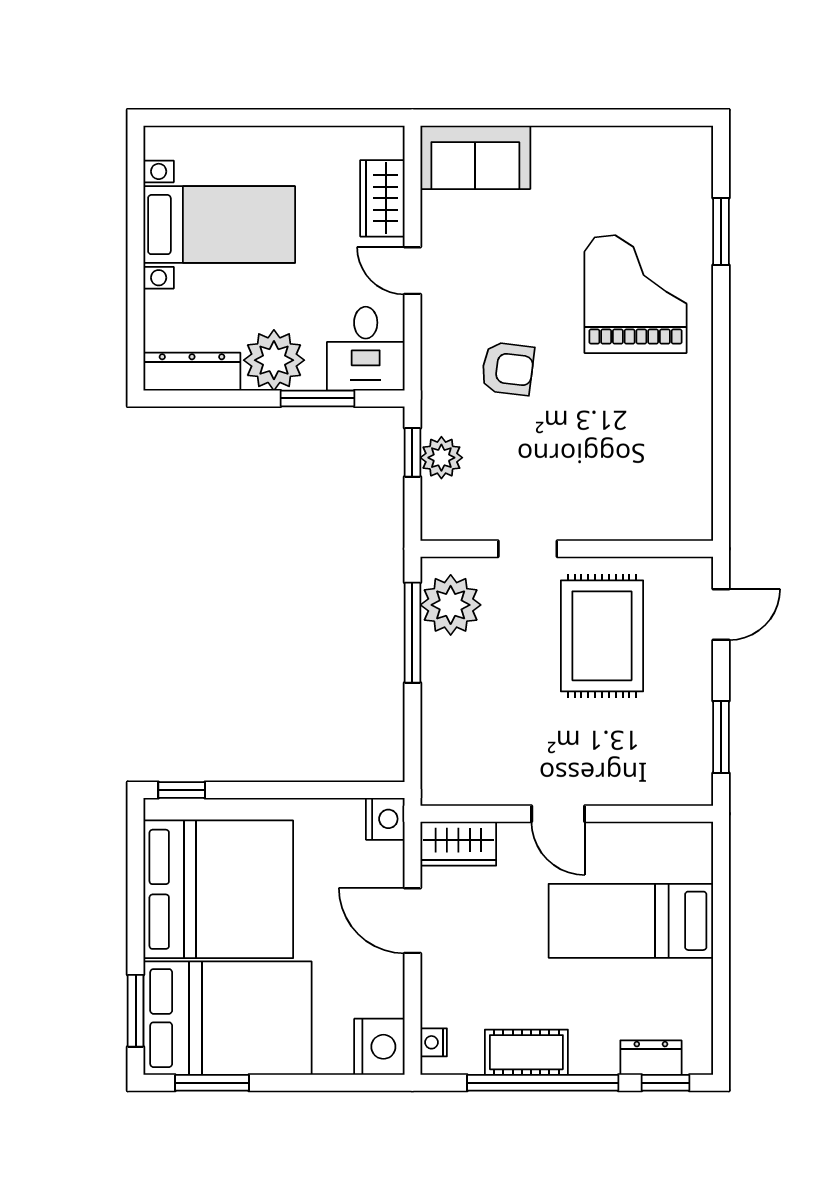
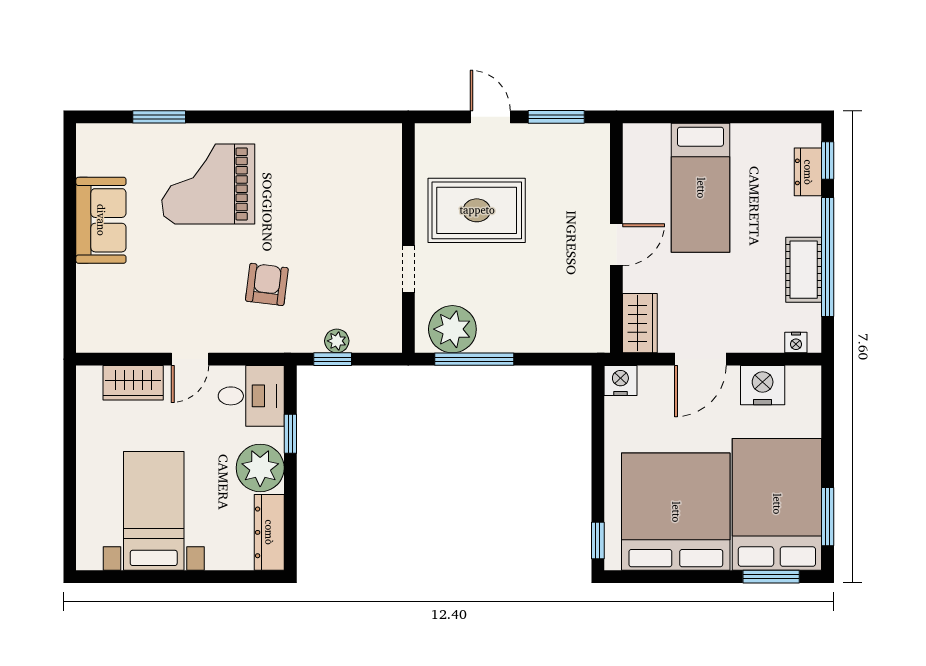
sofa: (475, 157) -> (101, 220), moved
window: (318, 398) -> (290, 434), width x0.67
plant: (441, 458) -> (337, 341), width x0.73, depth x0.73
door: (721, 615) -> (490, 117), moved
nightstand: (379, 1047) -> (763, 385), moved

